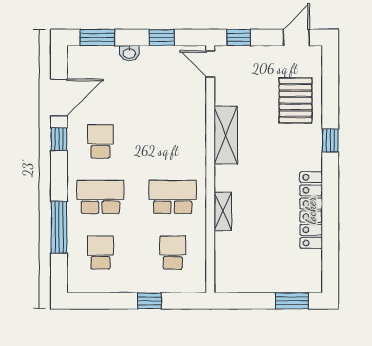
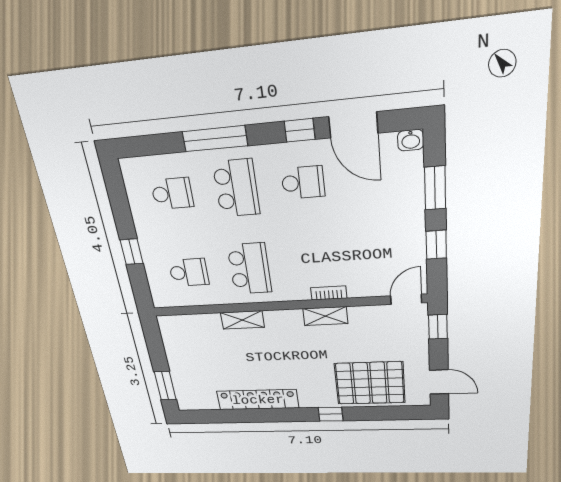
window: (97, 37) -> (435, 188), moved
washbasin: (129, 53) -> (411, 140), moved, turned -90
pallet: (295, 100) -> (370, 383), width x1.37, depth x1.41
bookcase: (200, 130) -> (329, 293), added
shelving: (226, 135) -> (325, 316), width x0.67, depth x0.75
window: (59, 227) -> (215, 139), moved

